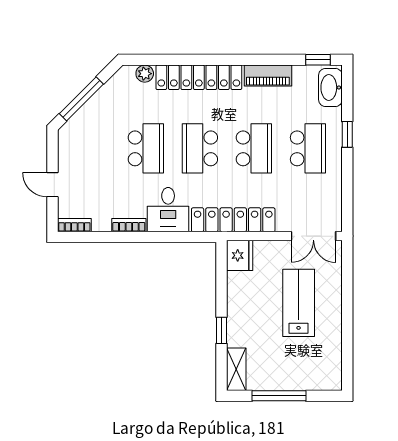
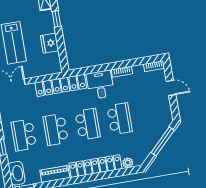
school desk: (146, 148) -> (120, 119), turned 180
fridge: (240, 255) -> (50, 43), moved

